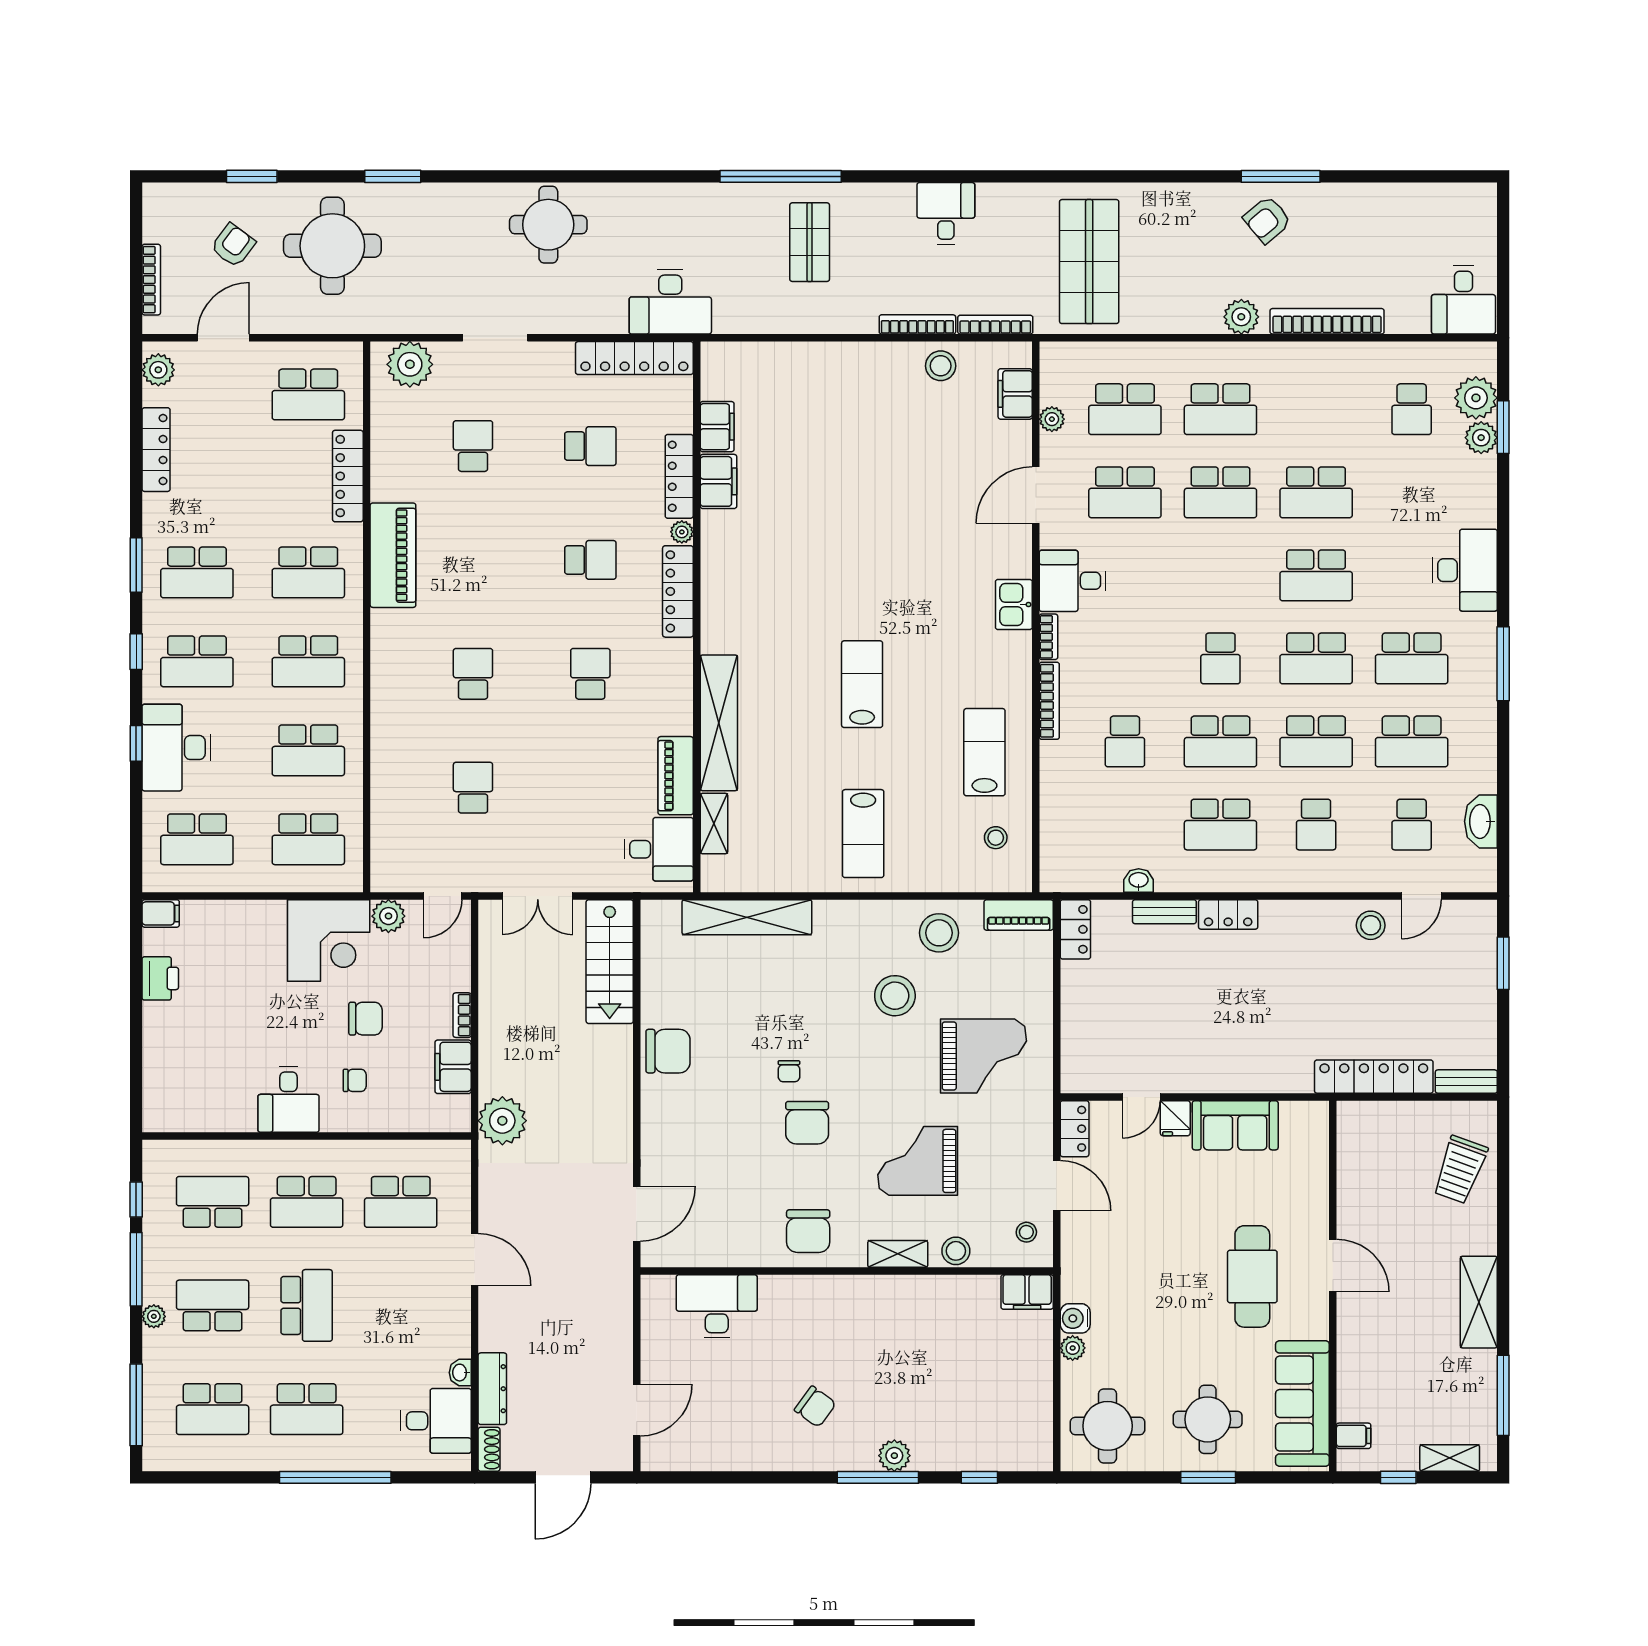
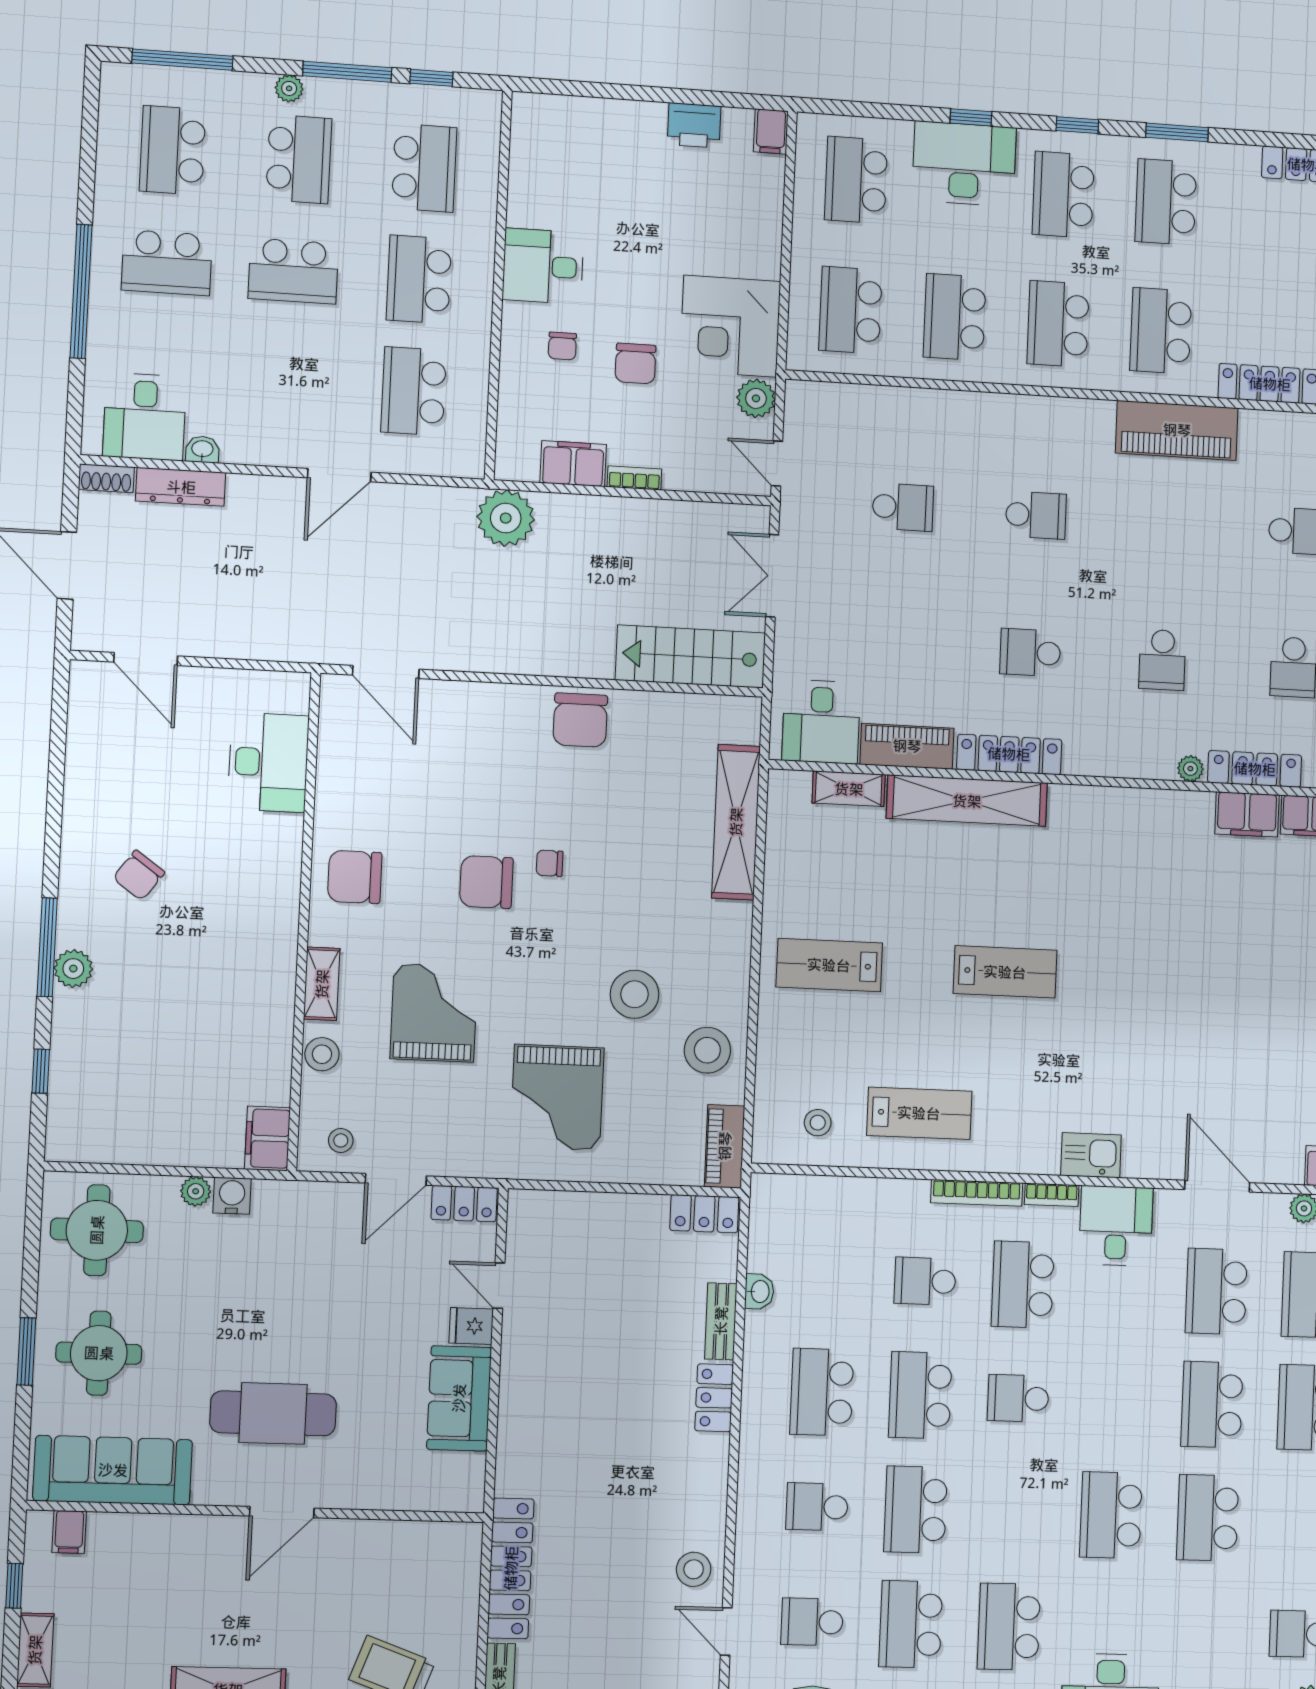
locker: (678, 591) -> (1009, 754), moved
school desk: (1316, 658) -> (1023, 1285), moved
school desk: (590, 674) -> (1030, 653), turned 180
school desk: (307, 1409) -> (167, 263), turned -90

